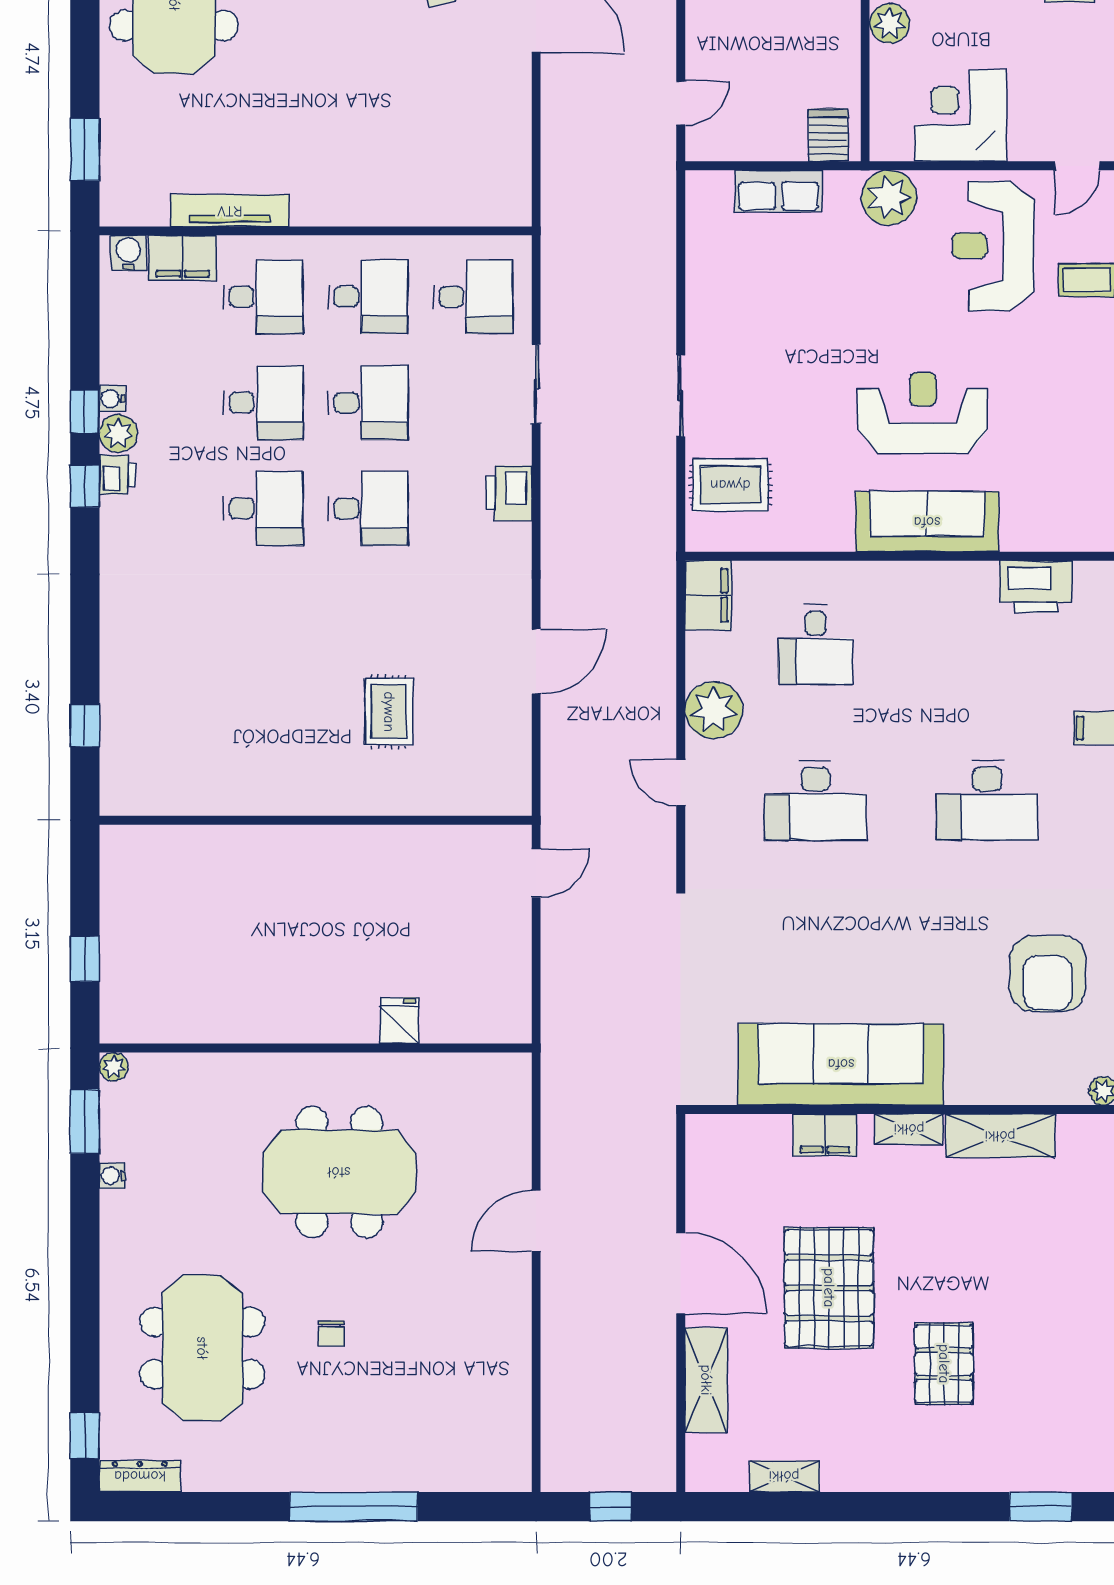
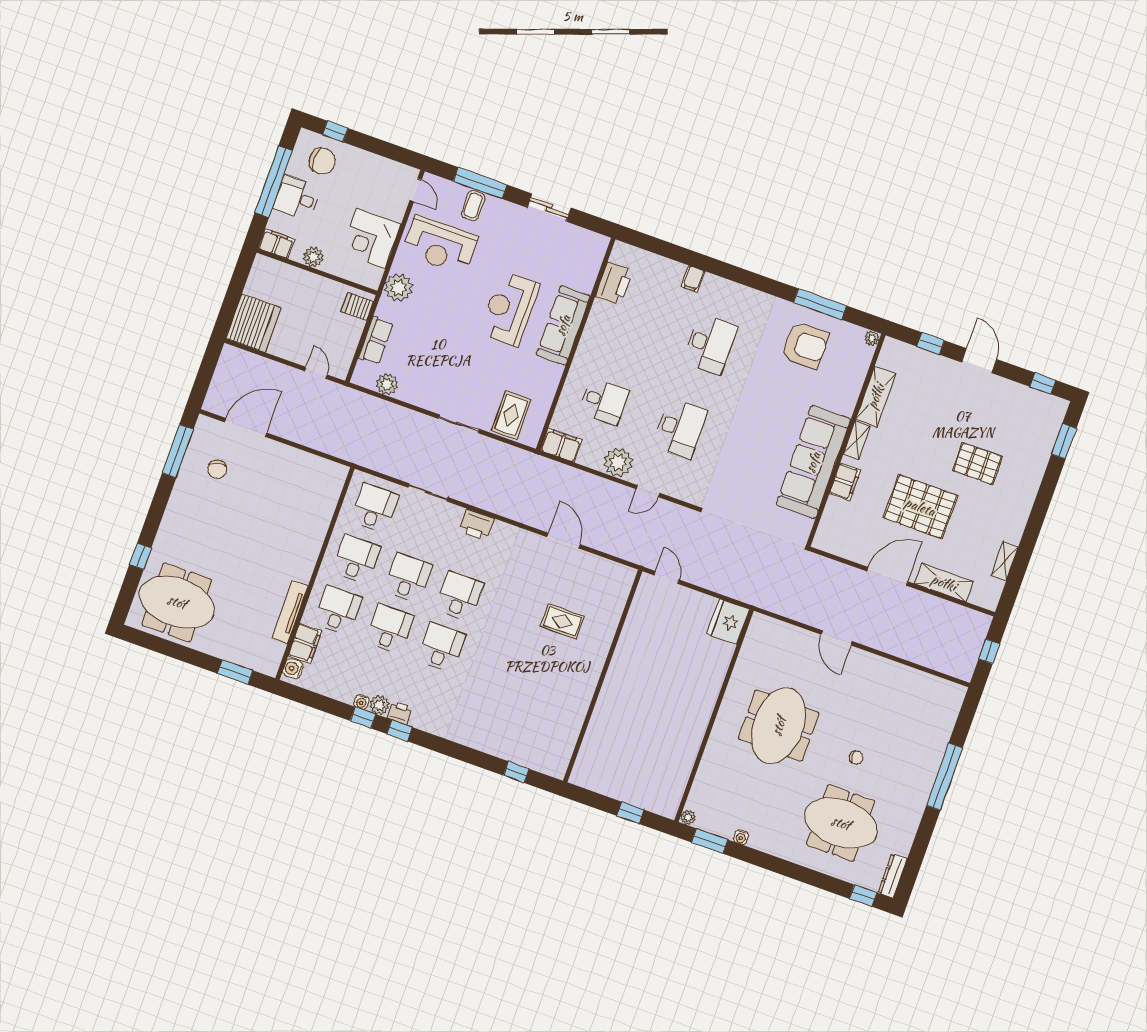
plant: (706, 240) -> (387, 384), added
fridge: (399, 1021) -> (728, 622), moved, width x1.88, depth x1.34

